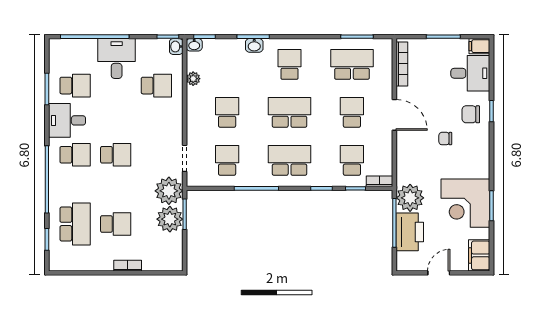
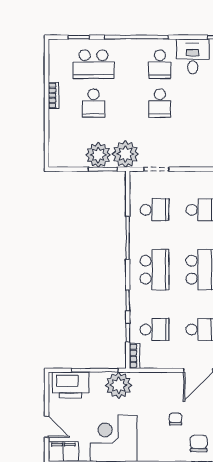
printer: (410, 232) -> (70, 385), moved
bookcase: (128, 266) -> (54, 95), moved
door: (439, 273) -> (47, 427), moved

